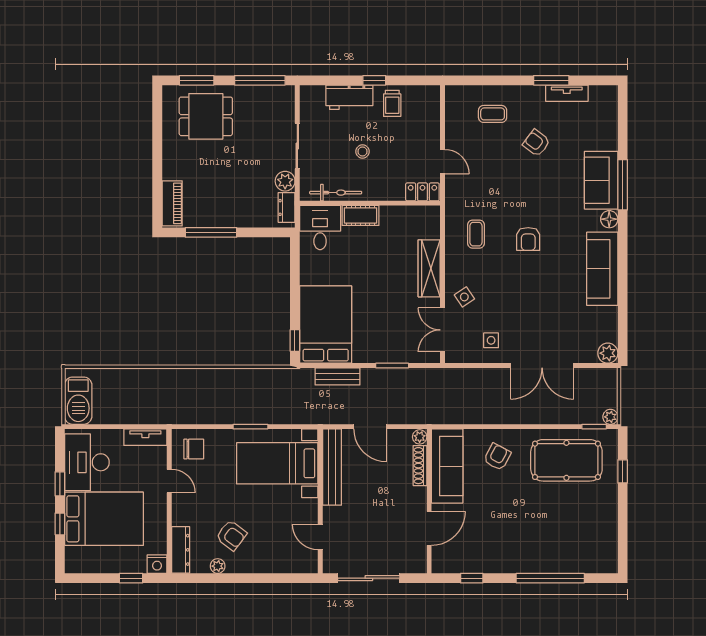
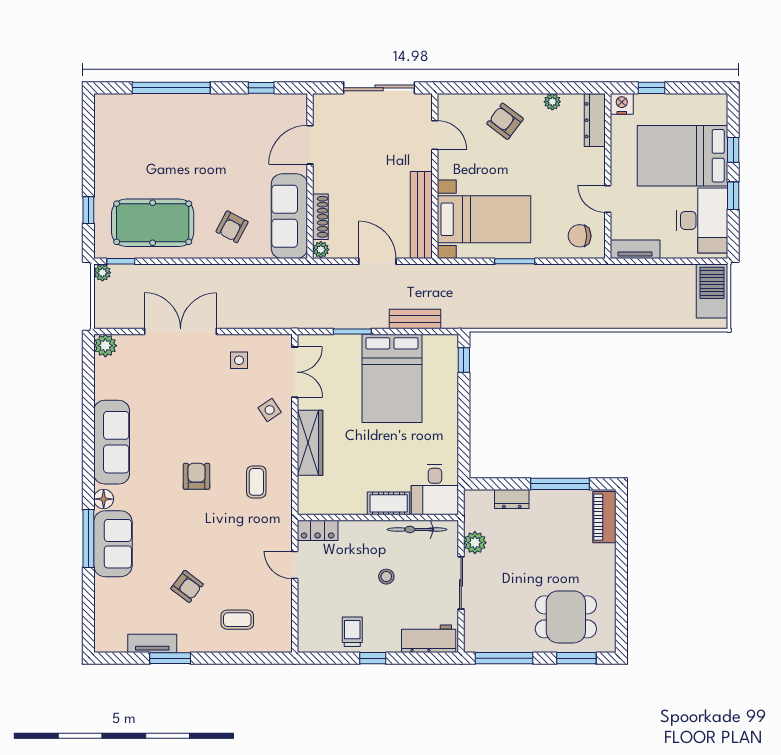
workbench: (349, 97) -> (429, 639), moved
dresser: (287, 207) -> (512, 499), moved, turned 90
bed: (326, 325) -> (392, 378), moved
armchair: (231, 535) -> (505, 121), moved

